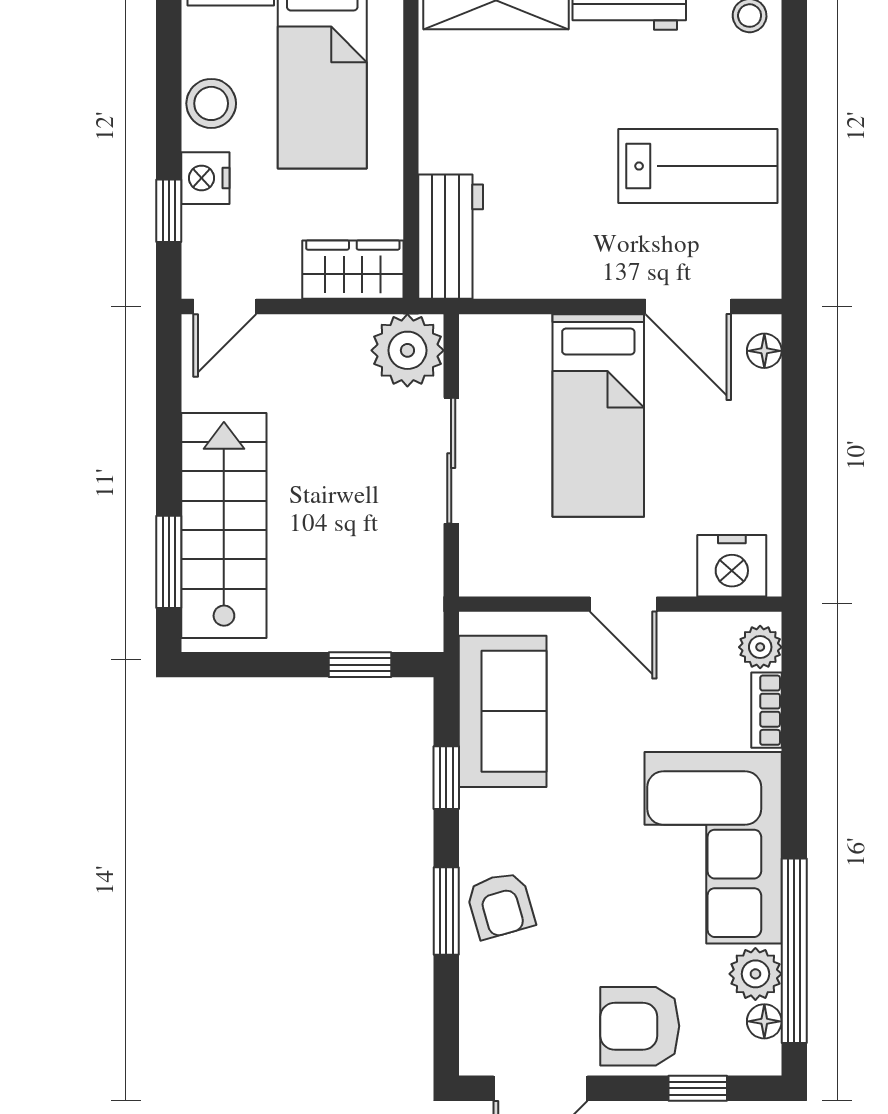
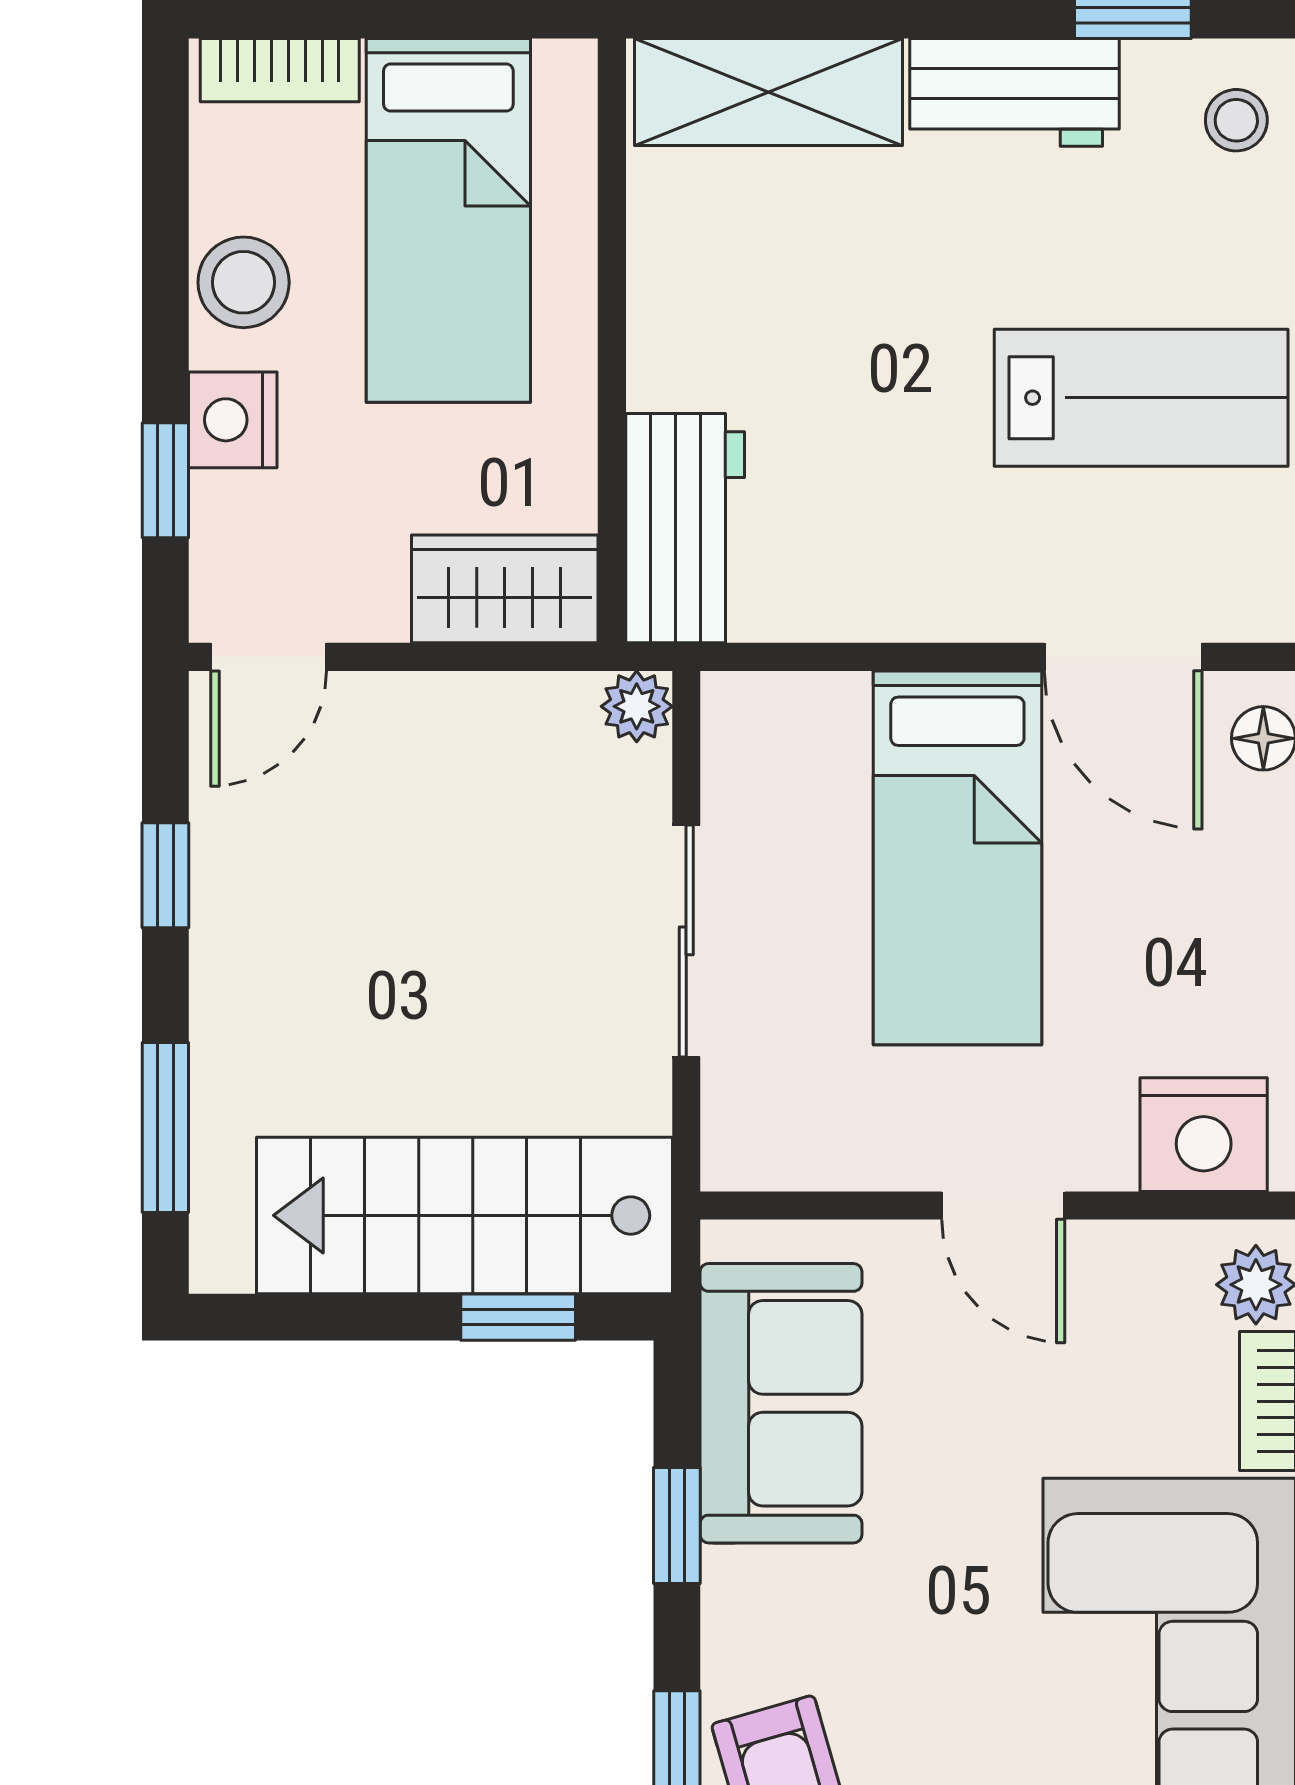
plant: (407, 350) -> (637, 706), width x0.53, depth x0.53
window: (169, 425) -> (165, 875), added
stairs: (224, 526) -> (464, 1215), moved, turned -90

